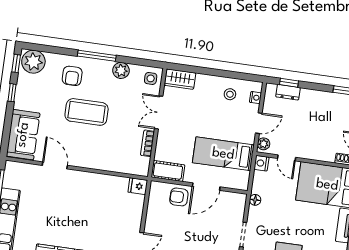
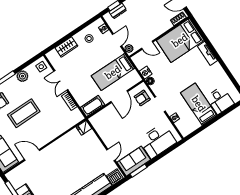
wardrobe: (180, 79) -> (66, 47), moved
nightstand: (261, 163) -> (146, 73), moved
armchair: (179, 197) -> (142, 98), moved

